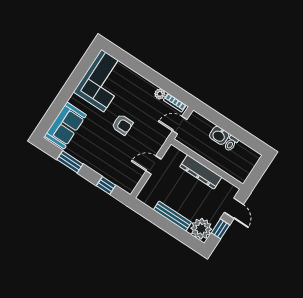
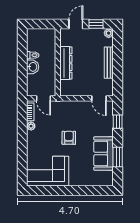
sofa: (65, 126) -> (104, 154), moved, turned -90
door: (154, 165) -> (99, 98), moved
plant: (201, 229) -> (109, 33), width x0.53, depth x0.53

